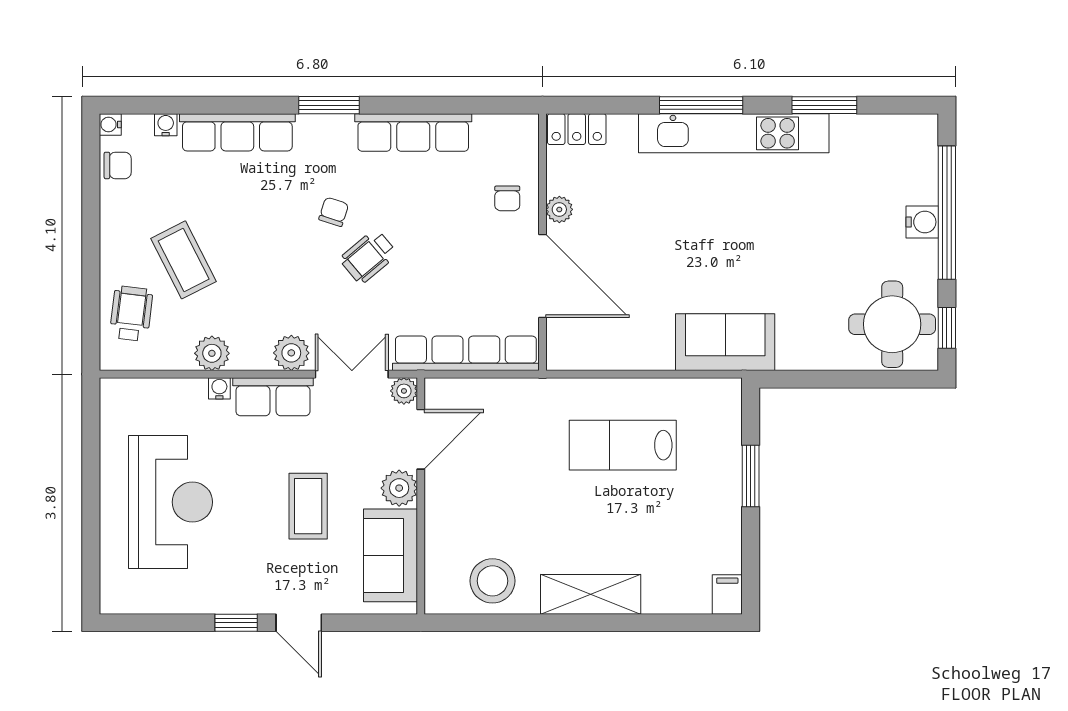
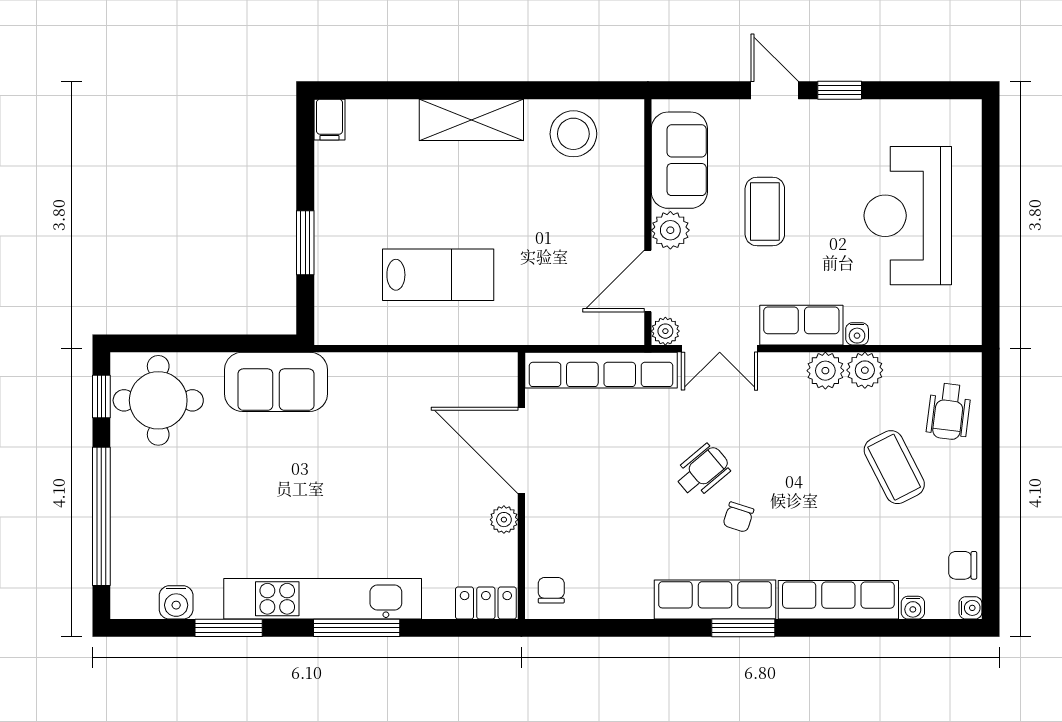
row of seats: (413, 132) -> (715, 600), moved
chair: (507, 198) -> (551, 590), moved
water cooler: (922, 222) -> (176, 602), moved, turned -90
sofa: (725, 342) -> (276, 382), moved
plant: (291, 353) -> (825, 371), moved

